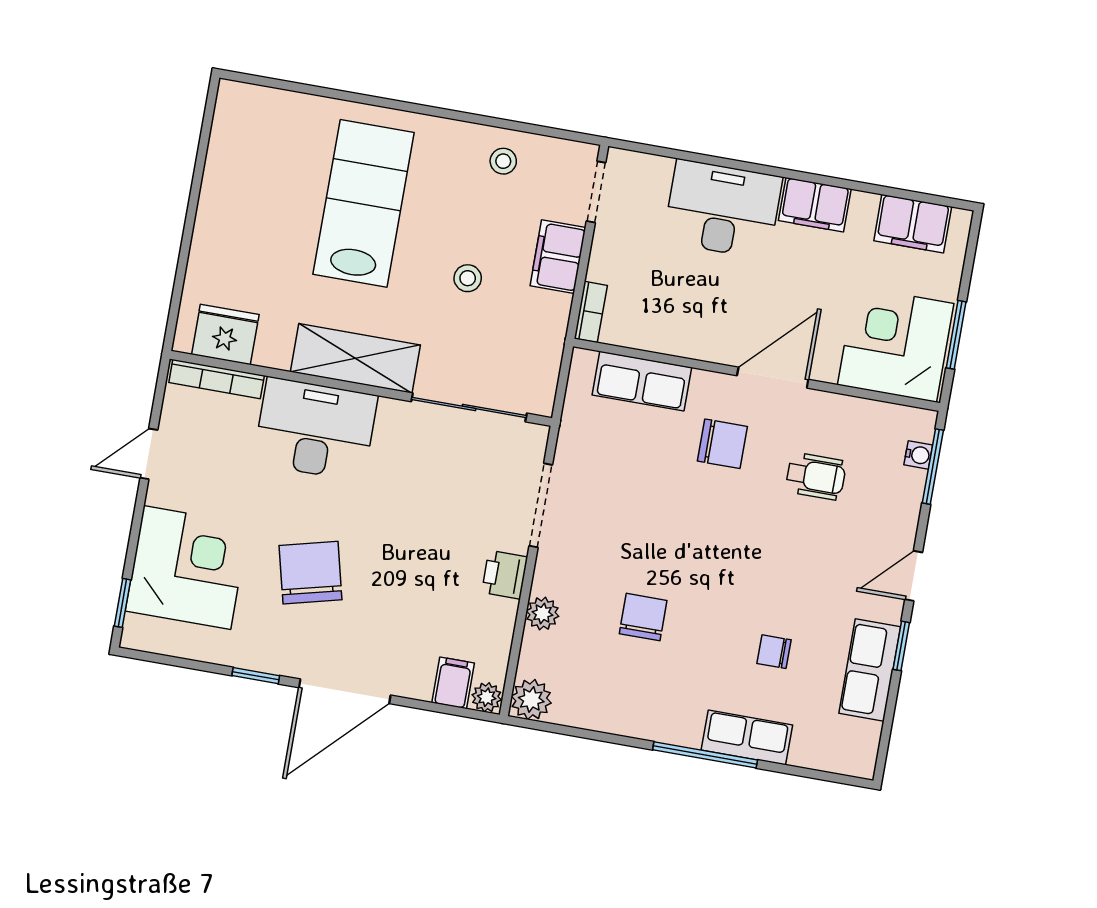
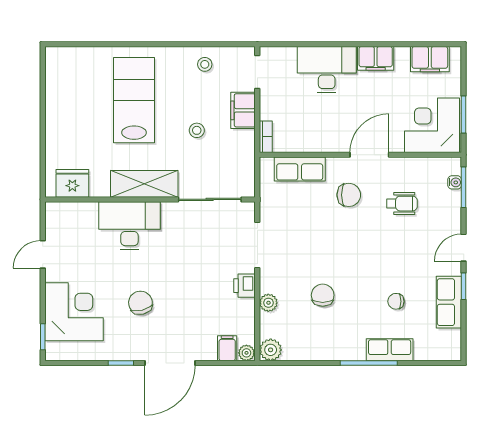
bookcase: (217, 379) -> (72, 208), removed
chair: (310, 573) -> (140, 303), width x0.73, depth x0.73

